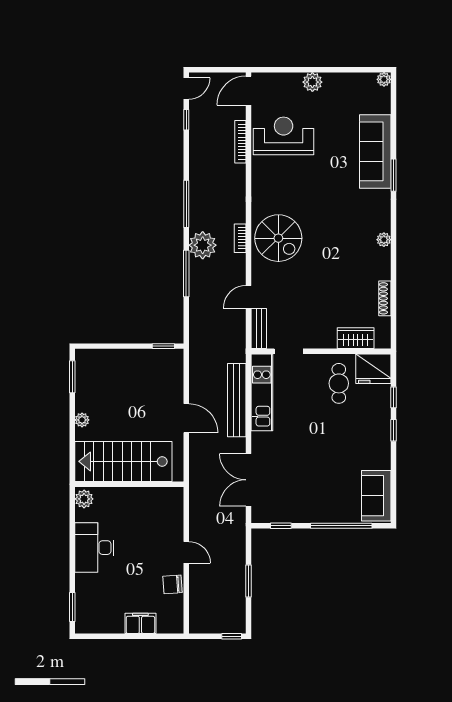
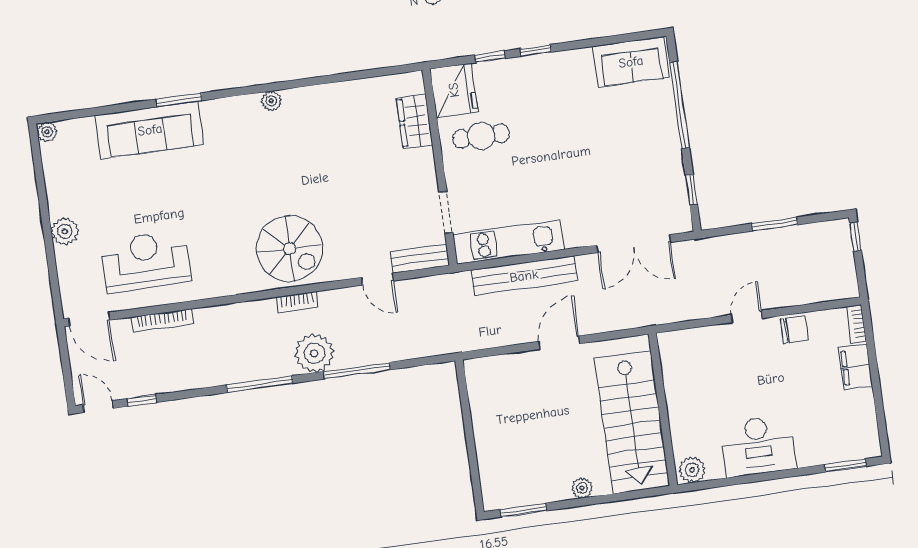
reception desk: (284, 136) -> (146, 261), turned 90
spiral stairs: (278, 238) -> (290, 249), turned 90
shoe rack: (385, 298) -> (353, 88), removed
window: (163, 346) -> (463, 389), removed
chair: (172, 584) -> (794, 330), turned -86
bookcase: (170, 628) -> (856, 324), added

